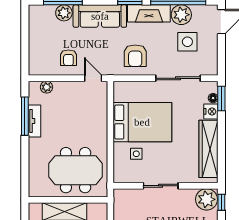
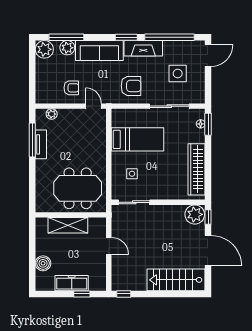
plant: (181, 15) -> (44, 49), moved
armchair: (135, 56) -> (131, 86), turned -90
armchair: (68, 58) -> (71, 88), turned -90
nightstand: (211, 111) -> (199, 136), removed
bed: (142, 122) -> (137, 139), width x0.67
sliding door: (161, 186) -> (134, 202), moved

